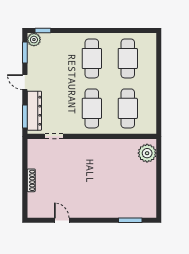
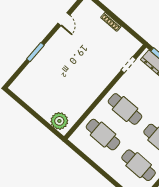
door: (62, 220) -> (64, 19), hinge flipped
window: (130, 220) -> (35, 52), moved

